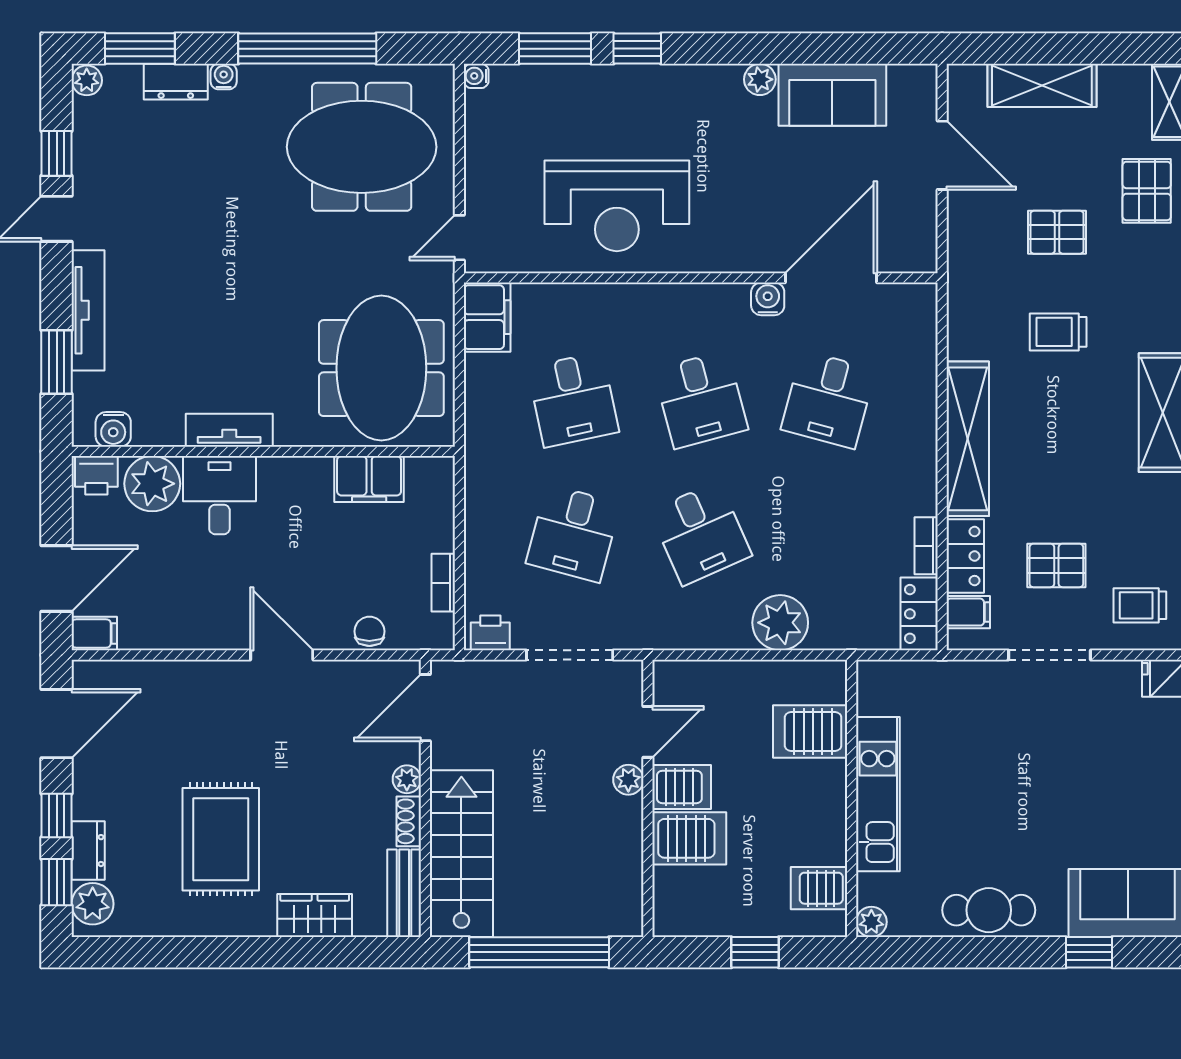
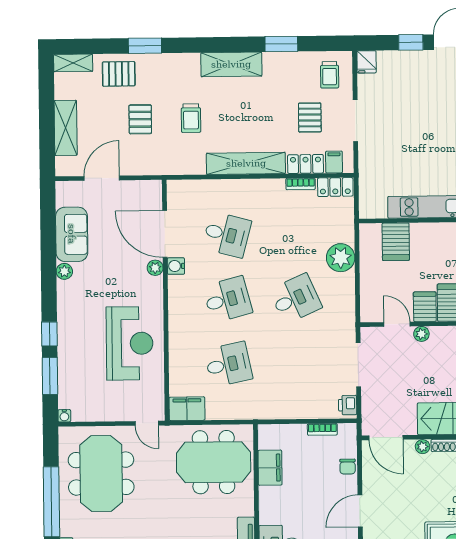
plant: (765, 258) -> (155, 268), added
desk: (573, 533) -> (296, 363), removed
chair: (369, 631) -> (348, 467), turned -90

